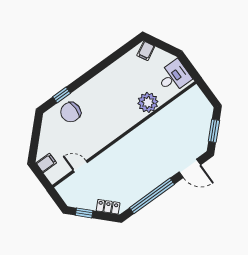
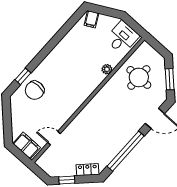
plant: (148, 102) -> (107, 69), width x0.53, depth x0.53
round table: (182, 122) -> (139, 77), added
filing cabinet: (46, 163) -> (27, 146), width x2.00

